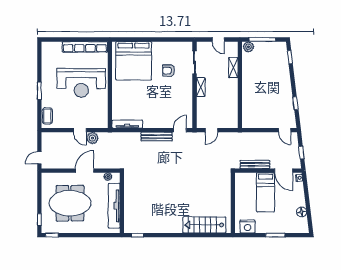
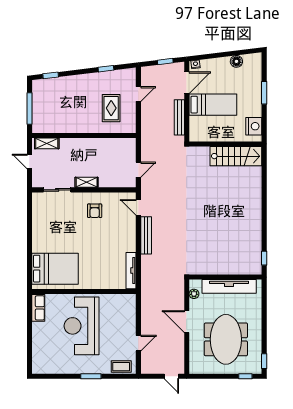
door: (218, 40) -> (29, 161), swing flipped
row of seats: (85, 47) -> (38, 308), width x0.50
plant: (248, 47) -> (38, 125), removed
bed: (134, 61) -> (55, 269), width x0.73
shelving: (233, 68) -> (47, 143), moved
armchair: (169, 71) -> (95, 211), moved
reception desk: (81, 83) -> (82, 326), turned 180
rug: (263, 108) -> (111, 108), added
door: (80, 130) -> (138, 343), moved
door: (211, 130) -> (138, 170), hinge flipped
door: (285, 130) -> (138, 94), moved
plant: (92, 138) -> (148, 312), removed
stairs: (204, 225) -> (236, 156), moved, turned -90

